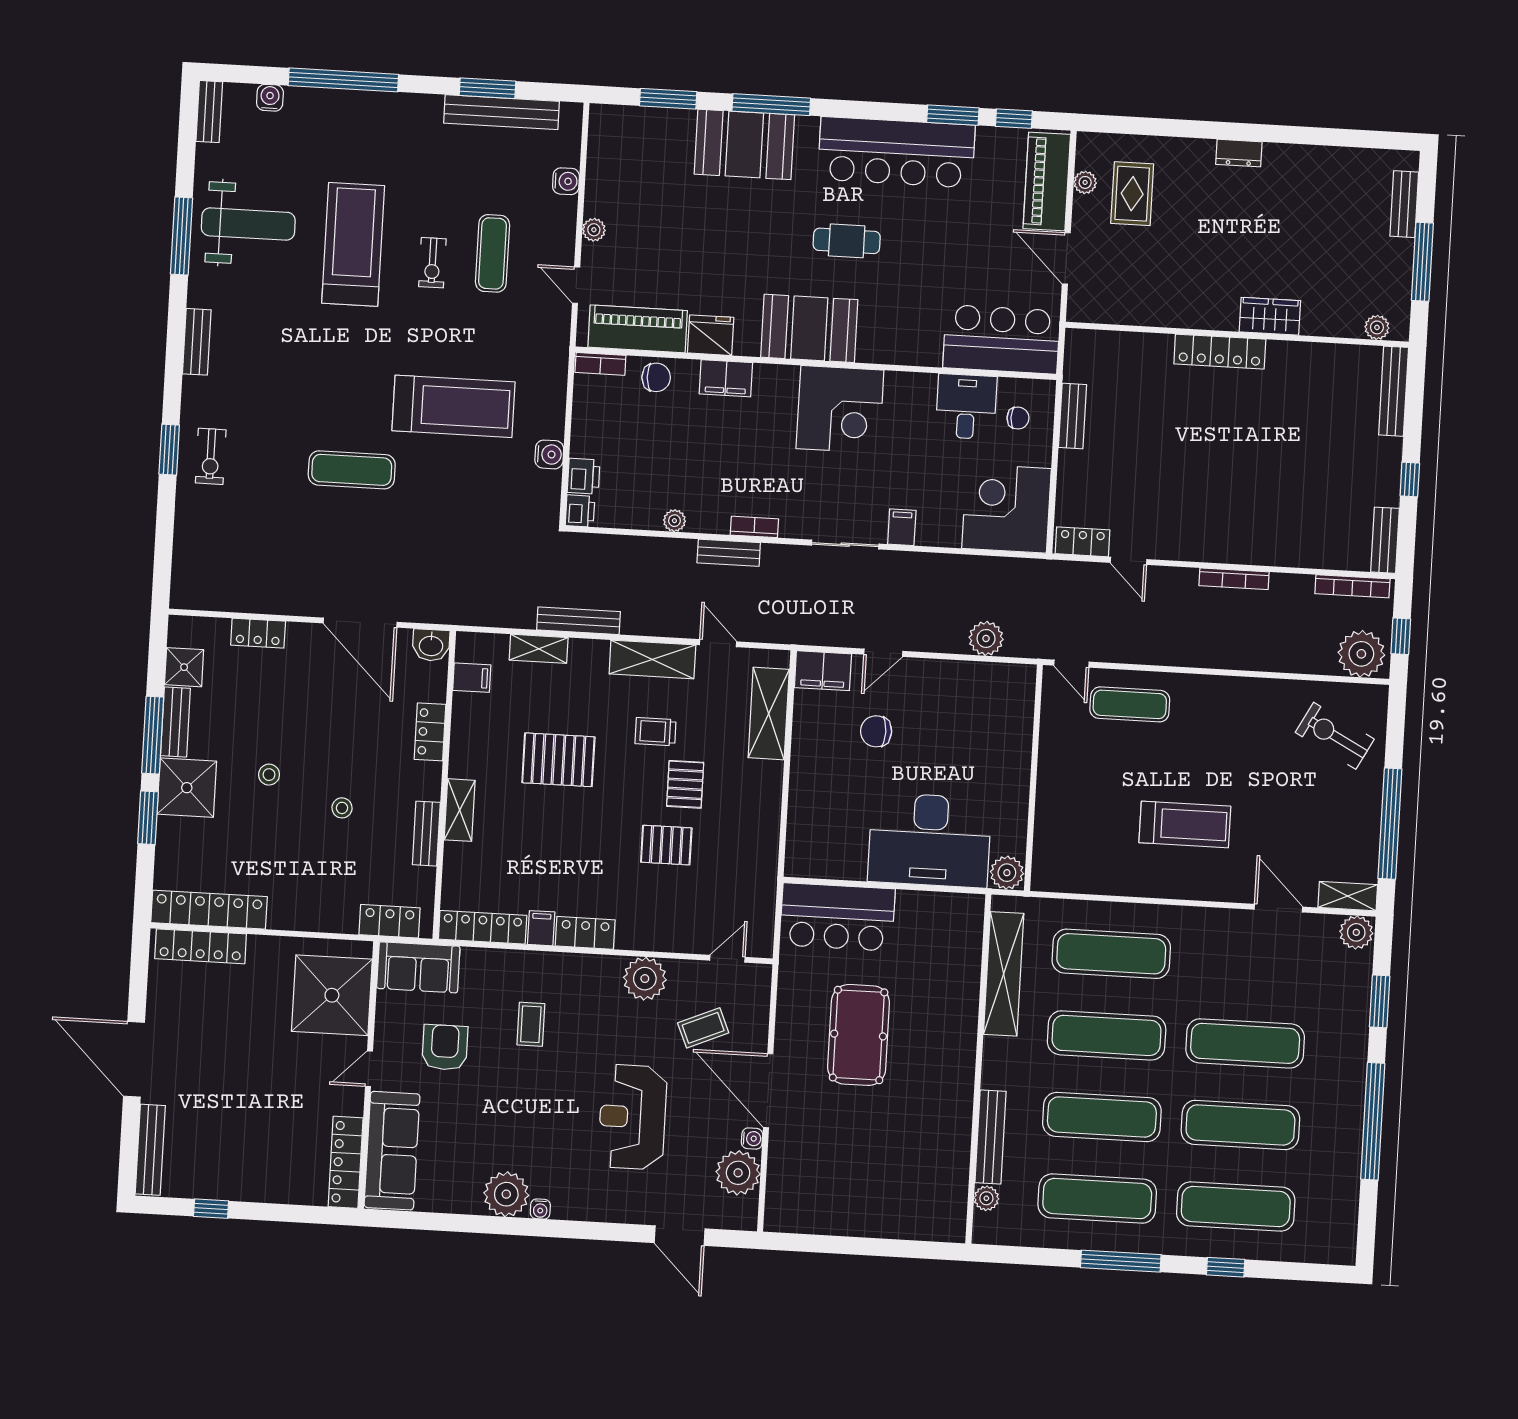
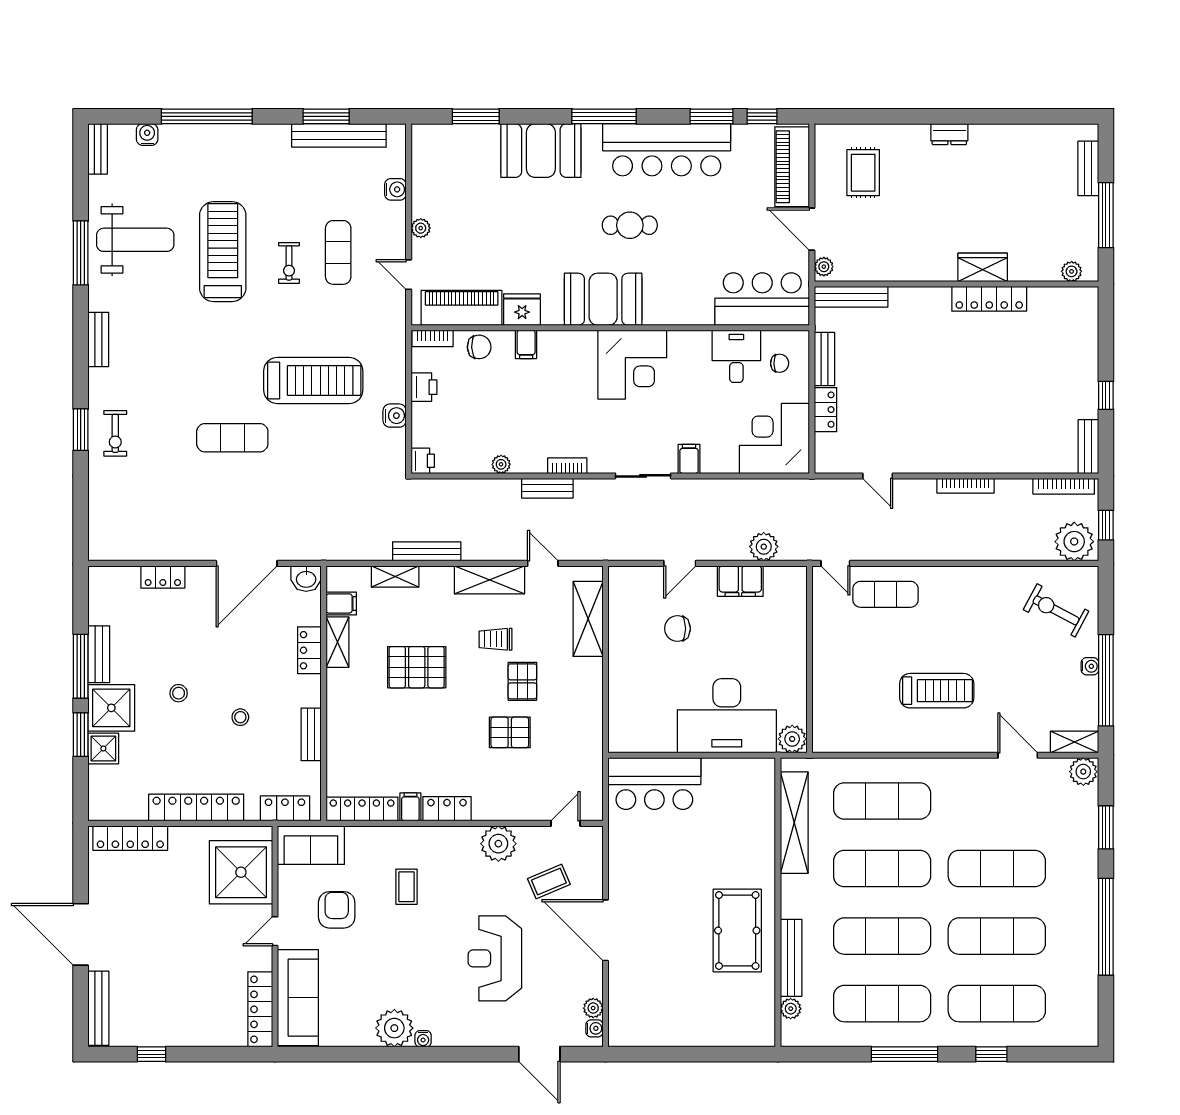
window: (771, 105) -> (604, 116), moved
plant: (1085, 182) -> (824, 267), moved
locker: (1220, 352) -> (989, 299), moved
filing cabinet: (726, 378) -> (526, 344), width x0.50
bench: (1394, 391) -> (851, 297), moved, turned 90
printer: (584, 476) -> (424, 387), moved
locker: (1082, 542) -> (826, 410), moved, turned 90
door: (360, 623) -> (247, 563), hinge flipped
shower: (184, 667) -> (103, 748), moved
filing cabinet: (823, 671) -> (740, 581), moved
water cooler: (1372, 806) -> (1090, 666), added
shelving: (460, 810) -> (337, 642), moved
locker: (209, 910) -> (196, 807), moved
pool table: (859, 1035) -> (737, 930), moved
water cooler: (752, 1139) -> (594, 1028), moved
plant: (738, 1173) -> (593, 1008), width x0.53, depth x0.53

